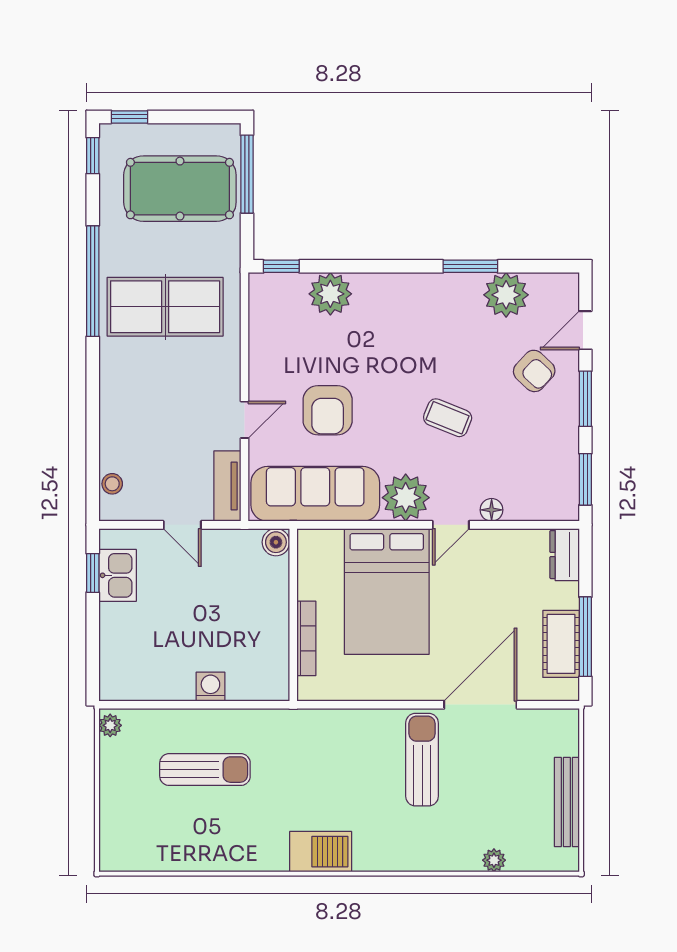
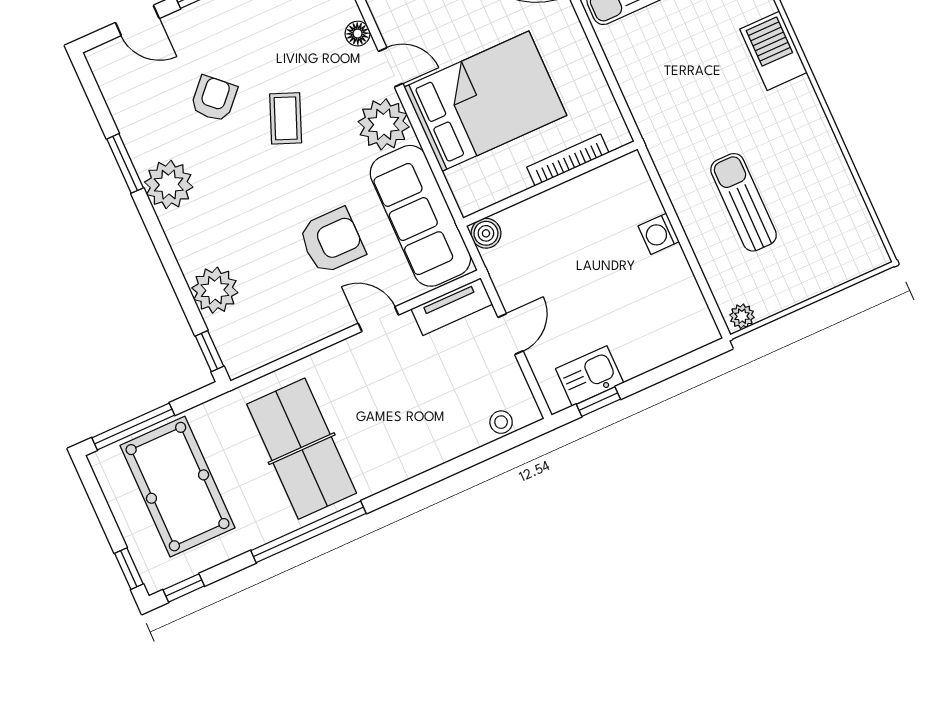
plant: (506, 295) -> (169, 185), moved
armchair: (534, 371) -> (214, 99), moved

